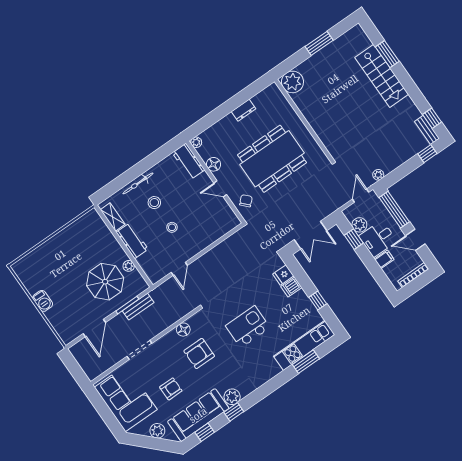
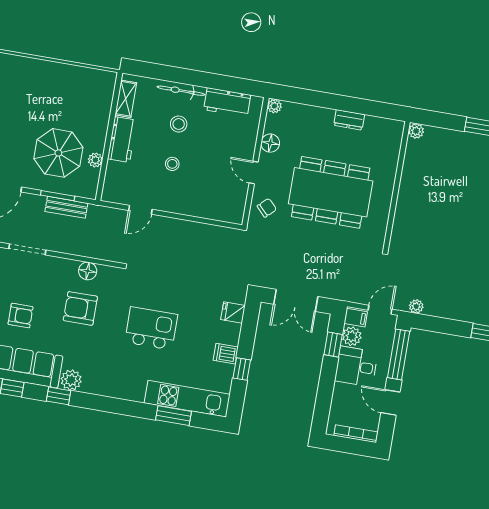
plant: (292, 82) -> (416, 131), width x0.53, depth x0.53
workbench: (189, 161) -> (227, 102), moved, turned -90
filing cabinet: (384, 259) -> (356, 318), moved
dishwasher: (291, 287) -> (226, 354), moved

